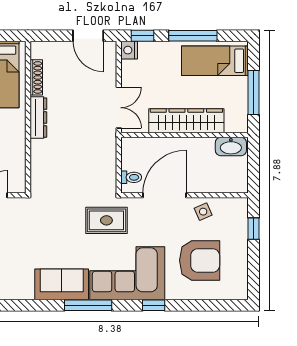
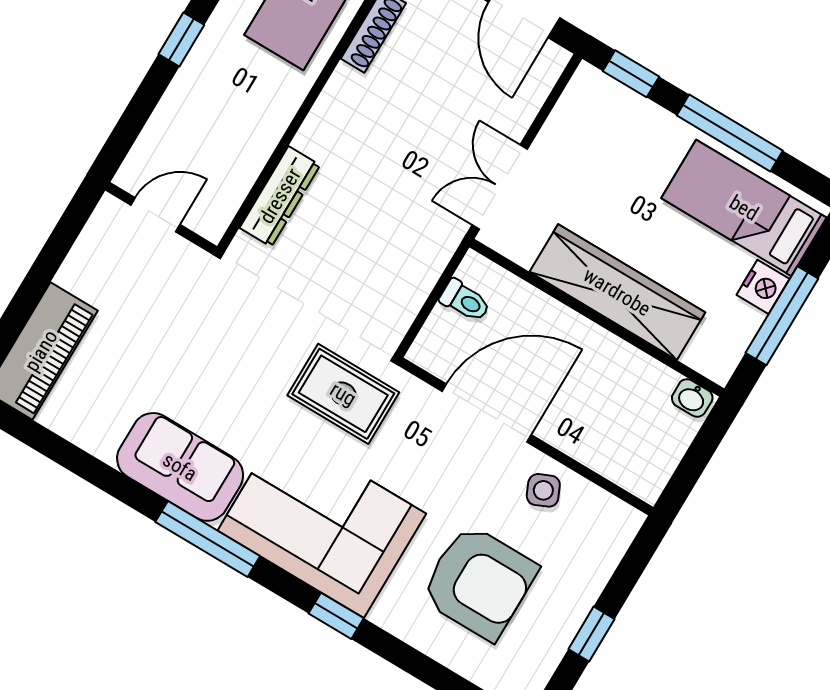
nightstand: (129, 50) -> (763, 287), moved, turned 180
double door: (119, 108) -> (500, 187), swing flipped
dresser: (38, 118) -> (280, 196), moved
washbasin: (231, 147) -> (692, 398), width x0.52, depth x0.69
toilet: (131, 177) -> (465, 301), moved
window: (253, 229) -> (591, 634), moved

